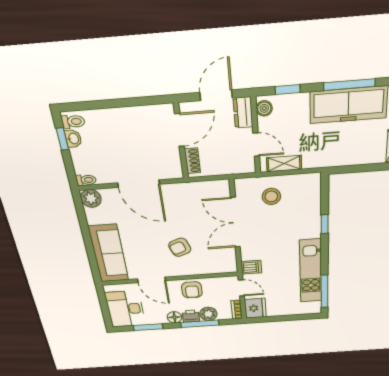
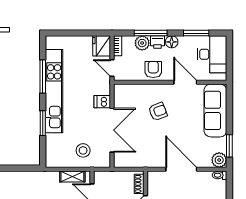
window: (82, 216) -> (229, 146), added
window: (325, 224) -> (43, 123), width x1.50
dishwasher: (251, 267) -> (102, 102), moved
kitchen unit: (311, 271) -> (54, 91), width x1.36
window: (324, 291) -> (43, 76), moved

